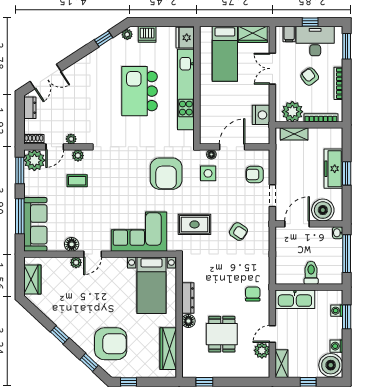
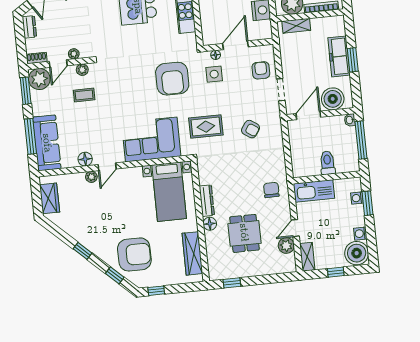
armchair: (255, 174) -> (261, 70), turned 90

